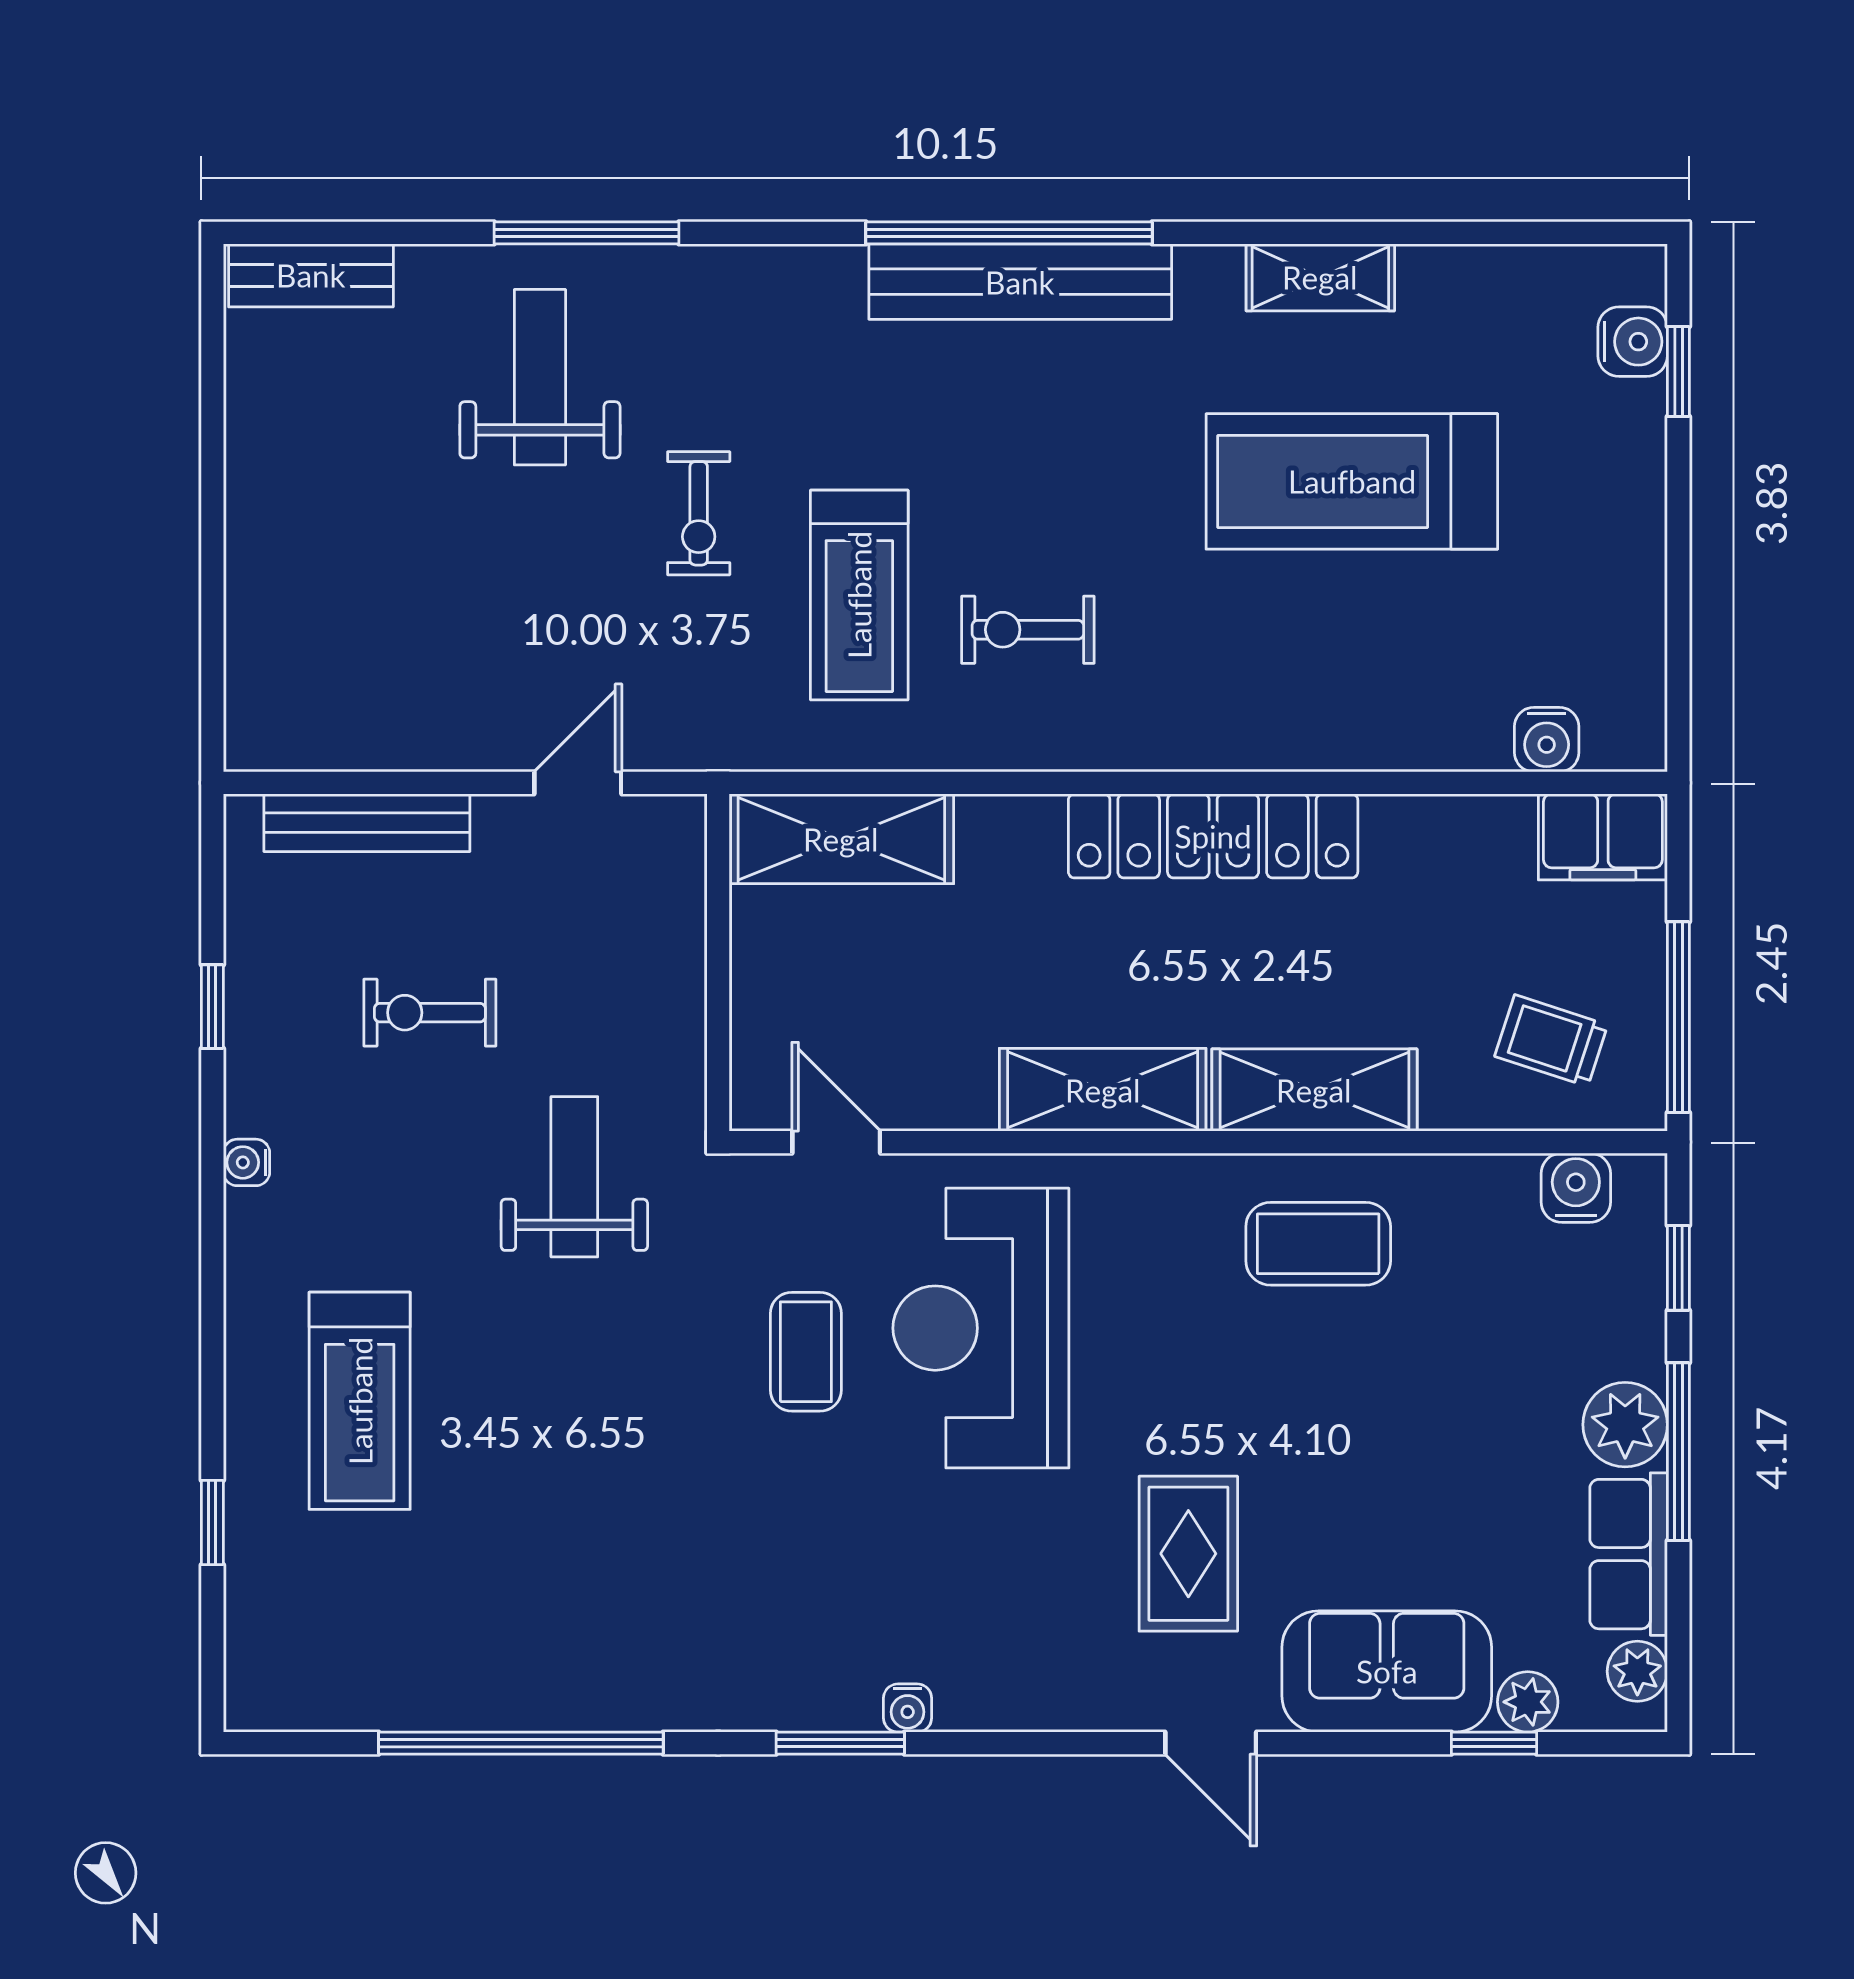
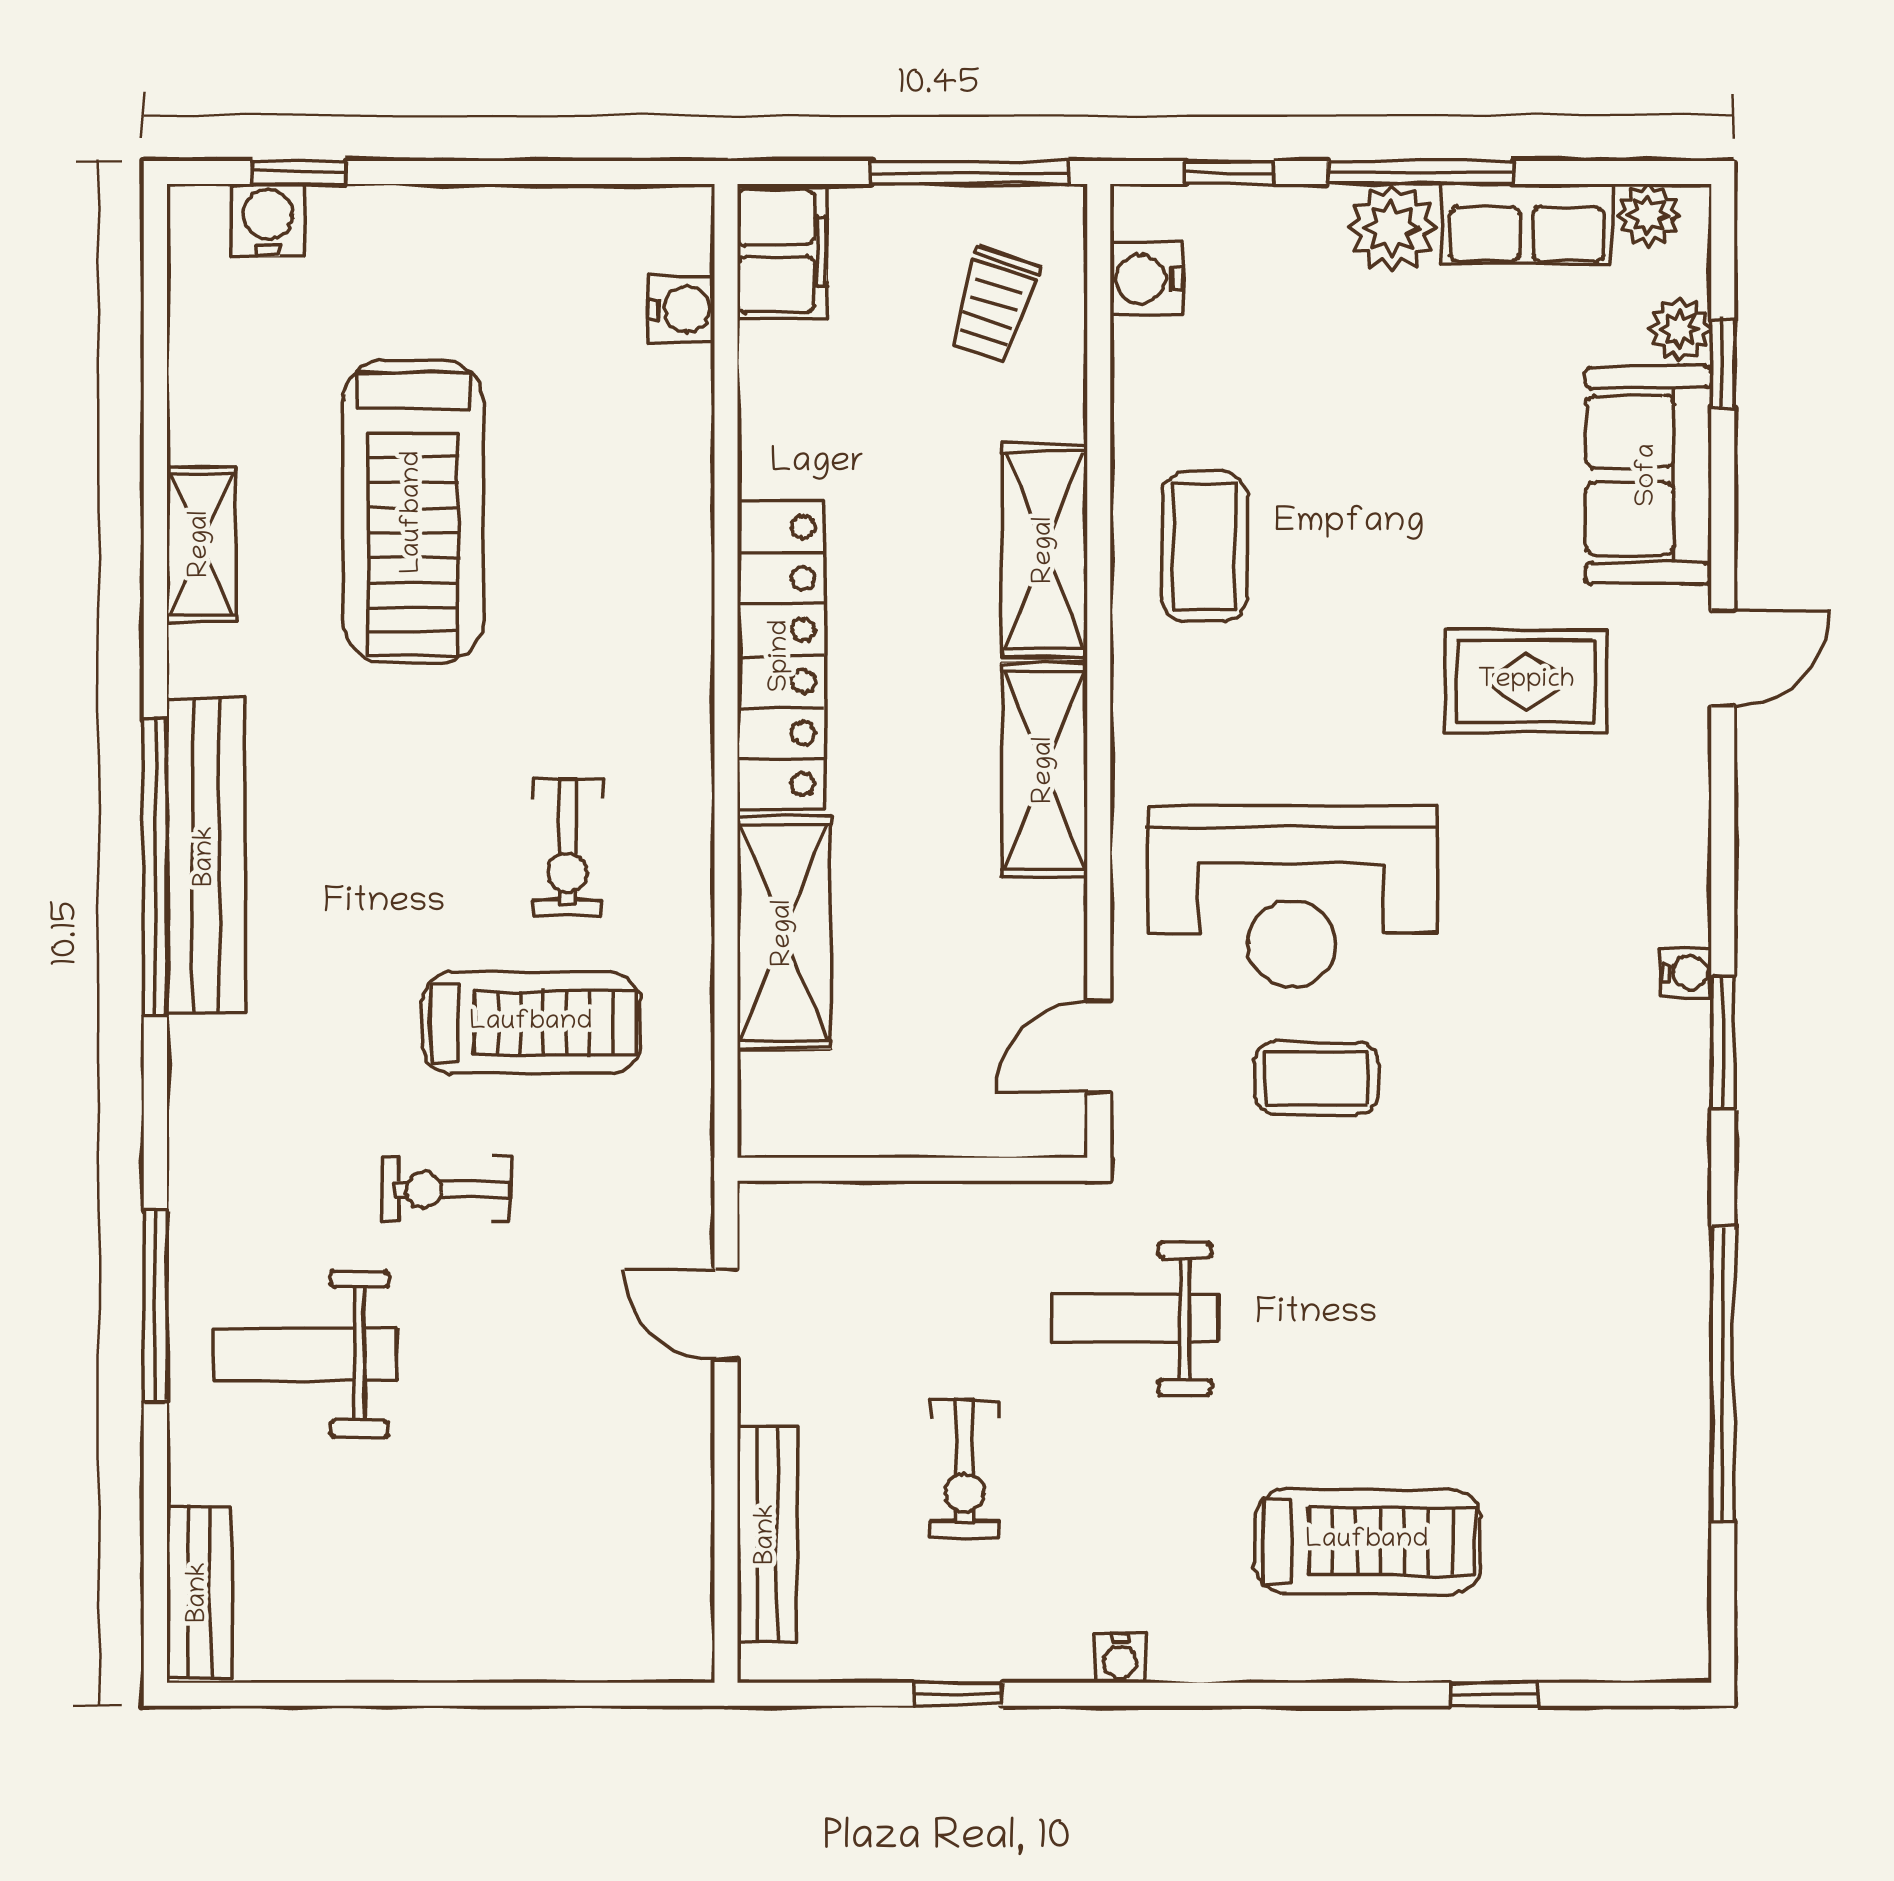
exercise bike: (699, 513) -> (446, 1189), turned 180
shelving: (841, 839) -> (784, 933), moved

